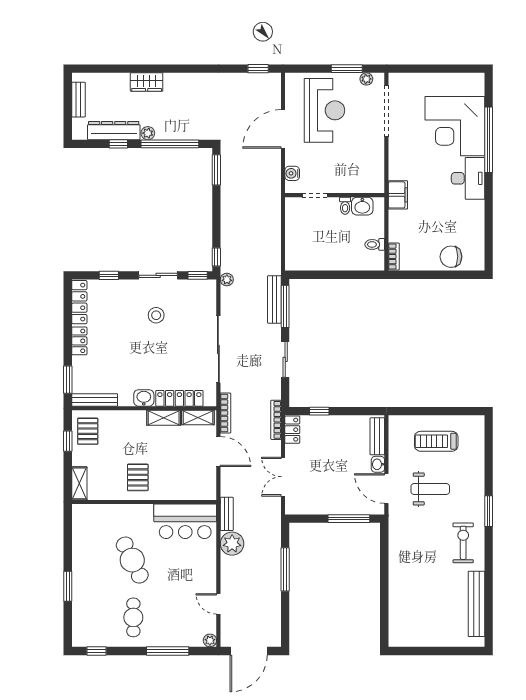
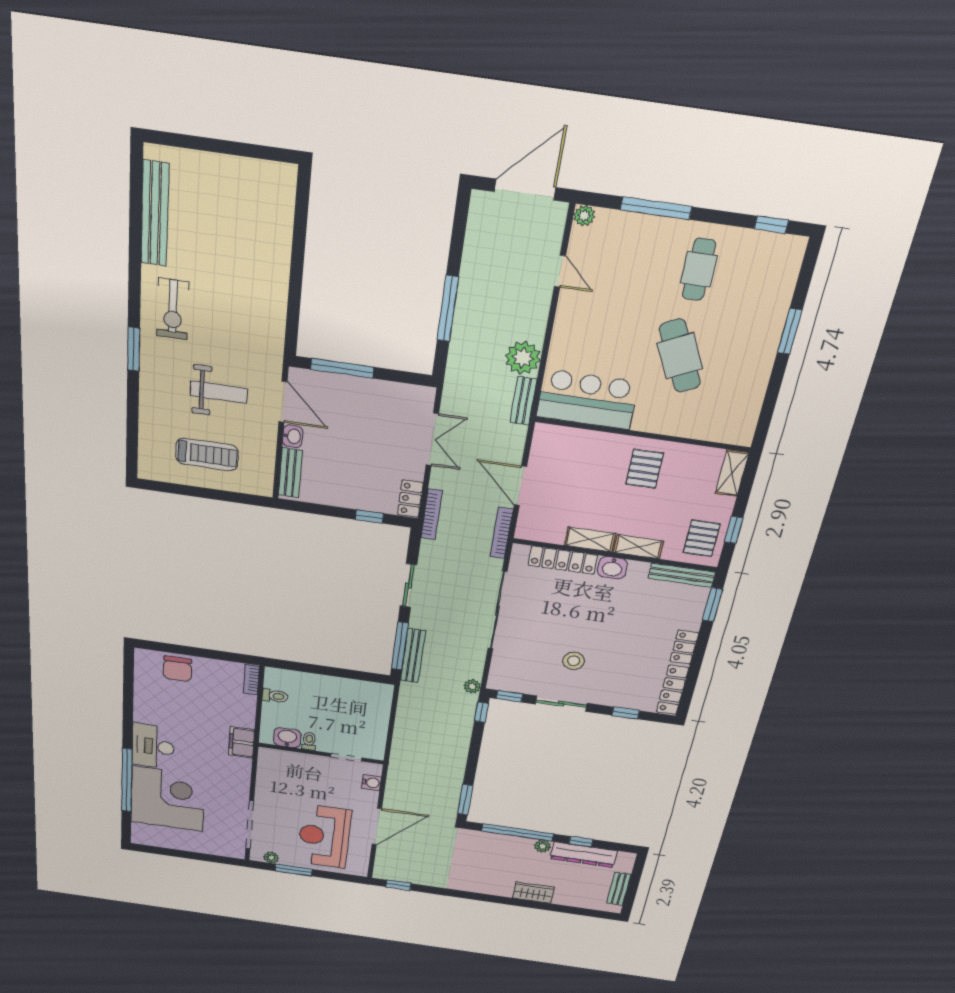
chair: (451, 257) -> (177, 669), turned 90
shelving: (198, 418) -> (638, 547), moved
weight bench: (430, 489) -> (219, 392), turned 180

